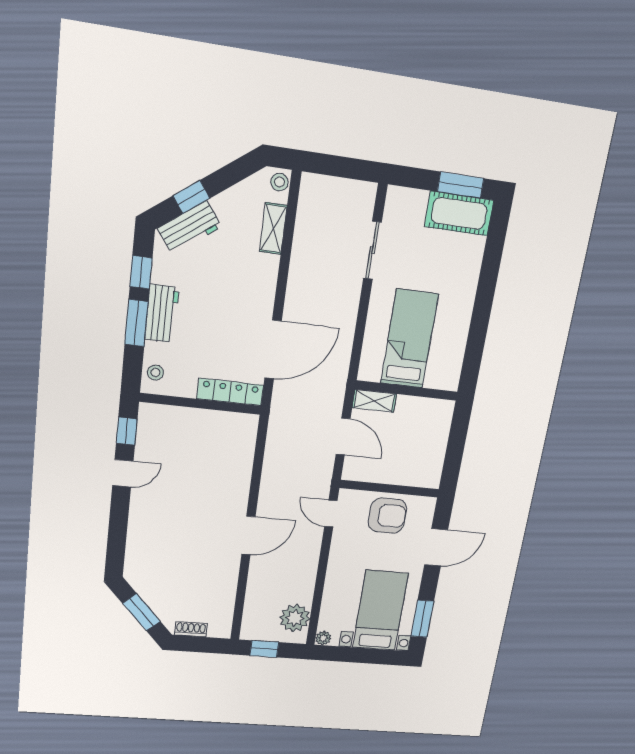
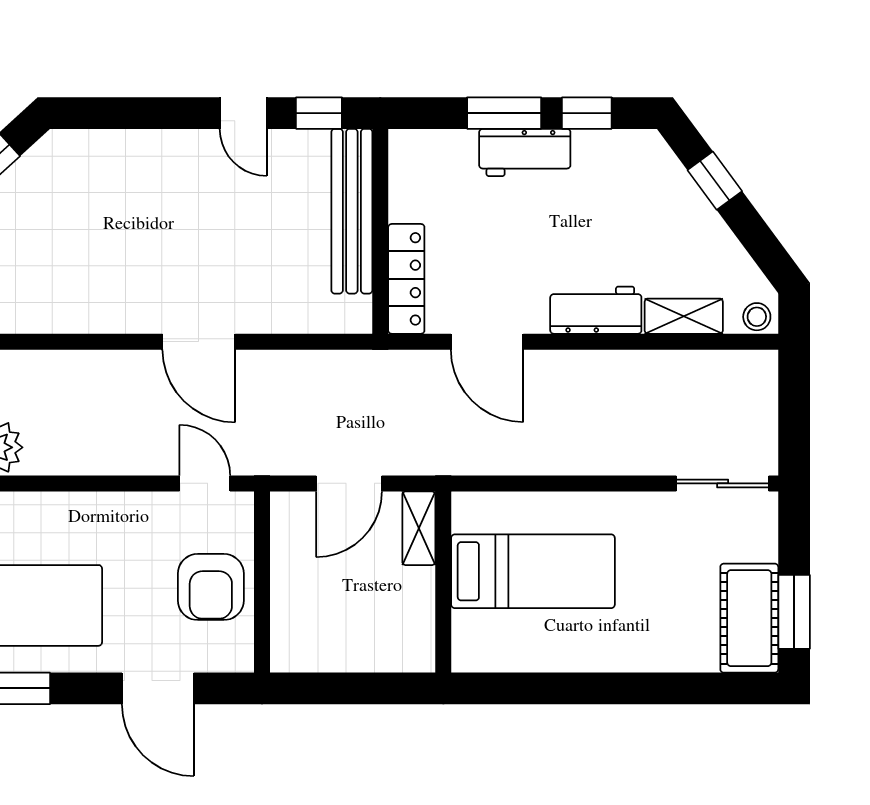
workbench: (190, 227) -> (596, 310), moved, turned 126
sliding door: (372, 250) -> (723, 483), moved
door: (273, 350) -> (487, 342), width x0.73
stool: (155, 373) -> (425, 151), removed
bench: (187, 419) -> (352, 211), added
door: (331, 514) -> (205, 483), hinge flipped
door: (248, 535) -> (199, 342), moved

